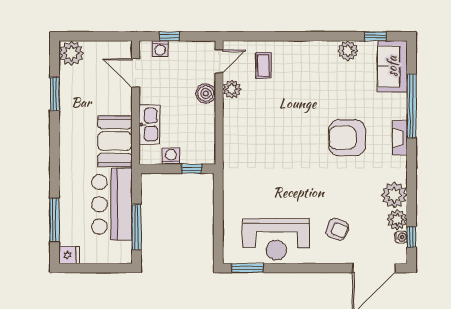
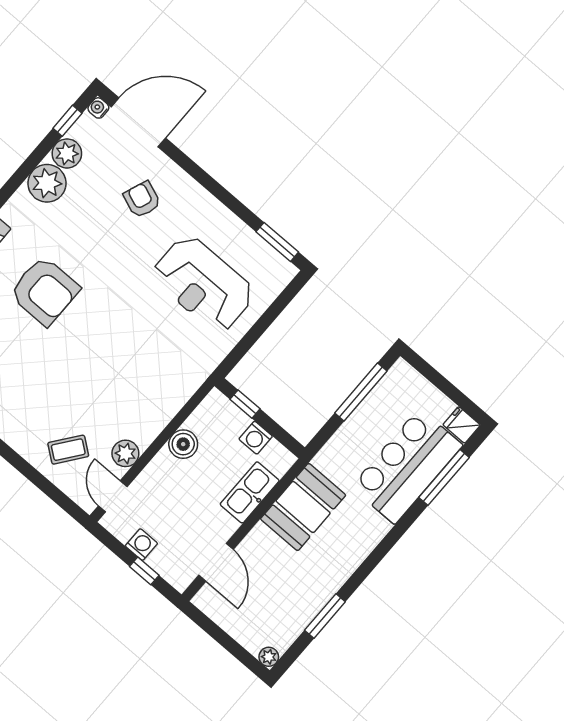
washing machine: (160, 49) -> (141, 545), moved
plant: (71, 53) -> (269, 657), width x0.53, depth x0.53
door: (219, 61) -> (113, 496), hinge flipped
coffee table: (263, 66) -> (68, 450), turned 37
boiler: (206, 93) -> (183, 444), moved
bar counter: (112, 204) -> (407, 466), moved, turned 180
water cooler: (401, 237) -> (98, 108), moved
reception desk: (276, 239) -> (203, 284), moved, turned 180

